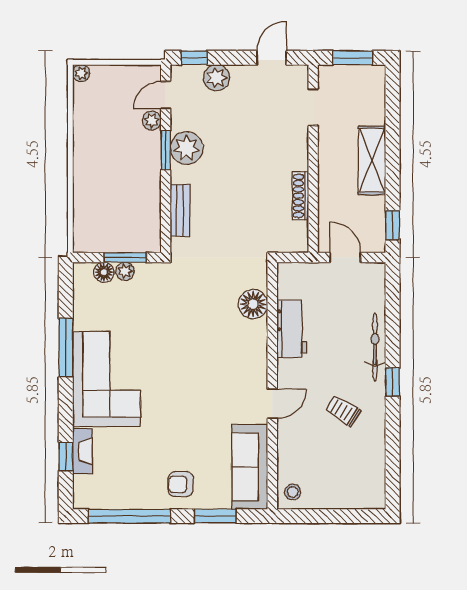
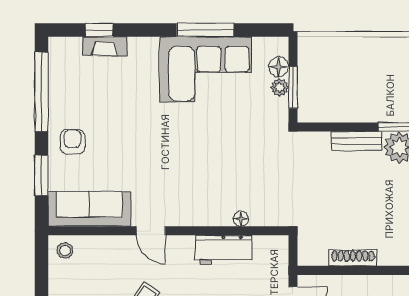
bench: (180, 210) -> (357, 141), moved
floor lamp: (253, 304) -> (241, 219), width x0.53, depth x0.53
corner sofa: (106, 379) -> (206, 69), moved

